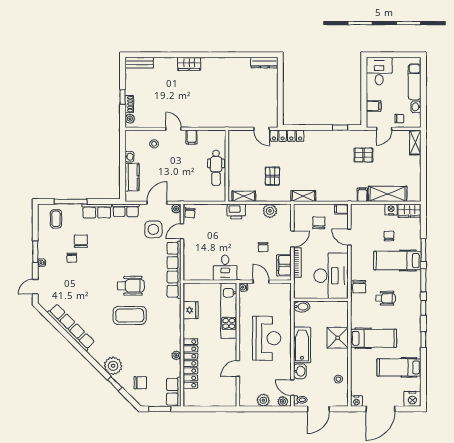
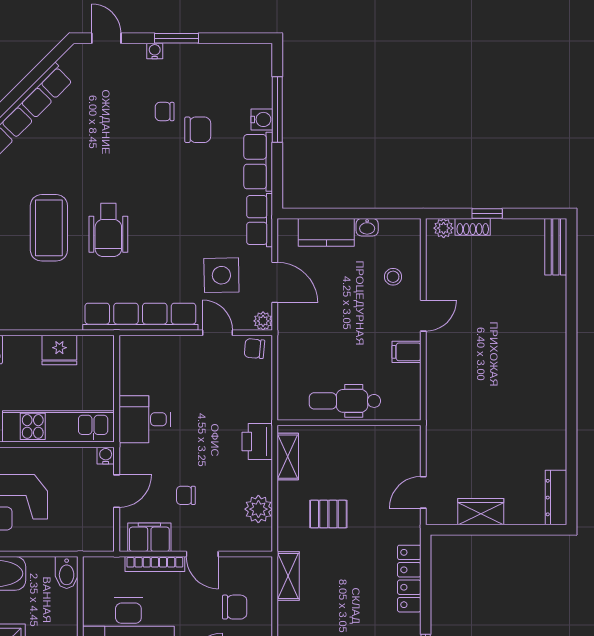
wardrobe: (189, 64) -> (481, 512), moved, turned 90
locker: (287, 136) -> (409, 579), moved
water cooler: (76, 209) -> (262, 119), added
coffee table: (56, 219) -> (243, 80), removed

